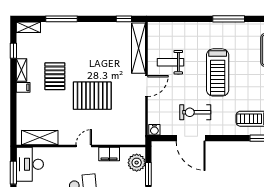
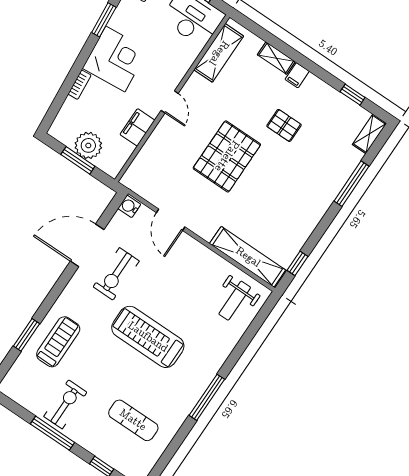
weight bench: (170, 62) -> (235, 301), moved, turned 180
shelving: (22, 70) -> (276, 58), moved
pallet: (55, 76) -> (284, 125), width x0.67, depth x0.71
door: (147, 86) -> (171, 220), moved
exercise bike: (195, 112) -> (116, 274), turned 180
plant: (137, 163) -> (88, 145), moved

